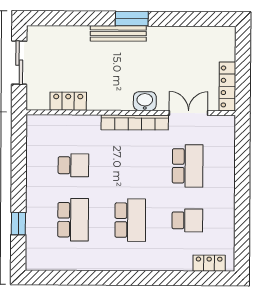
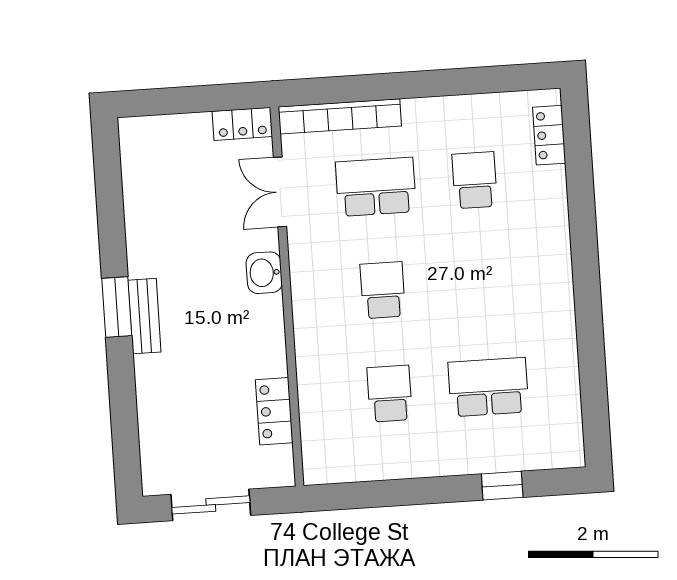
bench: (118, 34) -> (144, 316), width x0.73
locker: (227, 86) -> (242, 124), width x0.66
bookcase: (135, 122) -> (340, 116), moved, turned 90
school desk: (130, 220) -> (383, 290), moved, width x0.54

